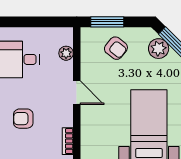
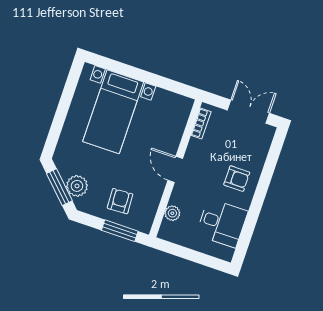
armchair: (116, 48) -> (120, 201), turned 49
armchair: (23, 119) -> (237, 179), moved

